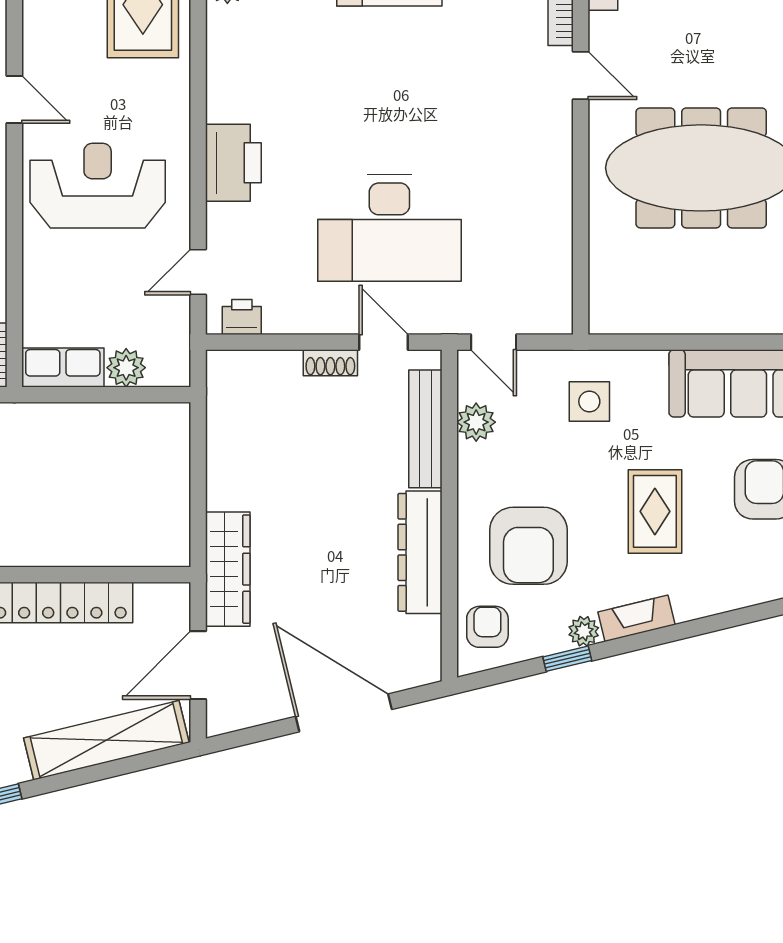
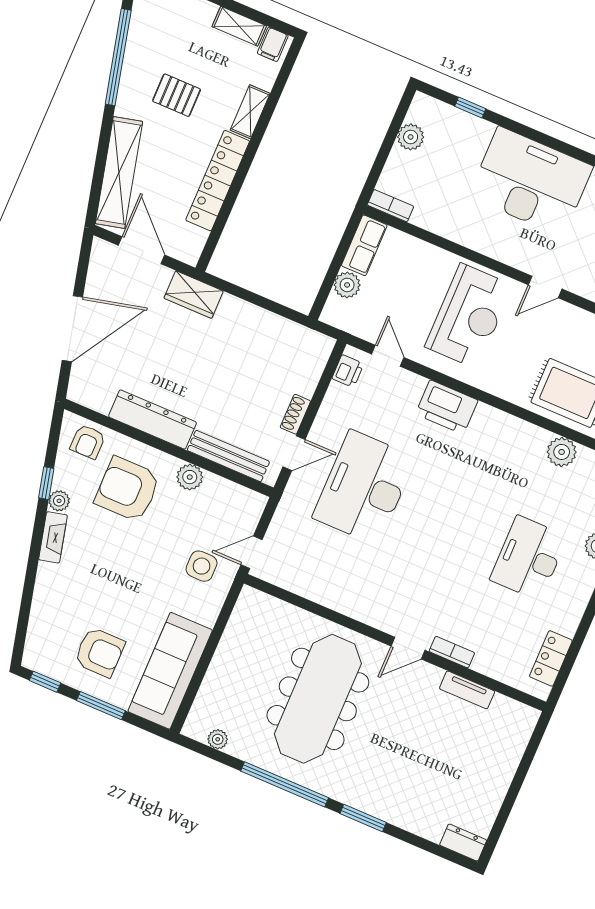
door: (494, 342) -> (252, 552), moved
plant: (476, 422) -> (190, 477), moved
rug: (655, 511) -> (115, 578), removed
wardrobe: (228, 569) -> (194, 295), width x0.67
armchair: (487, 627) -> (88, 442), turned 90

